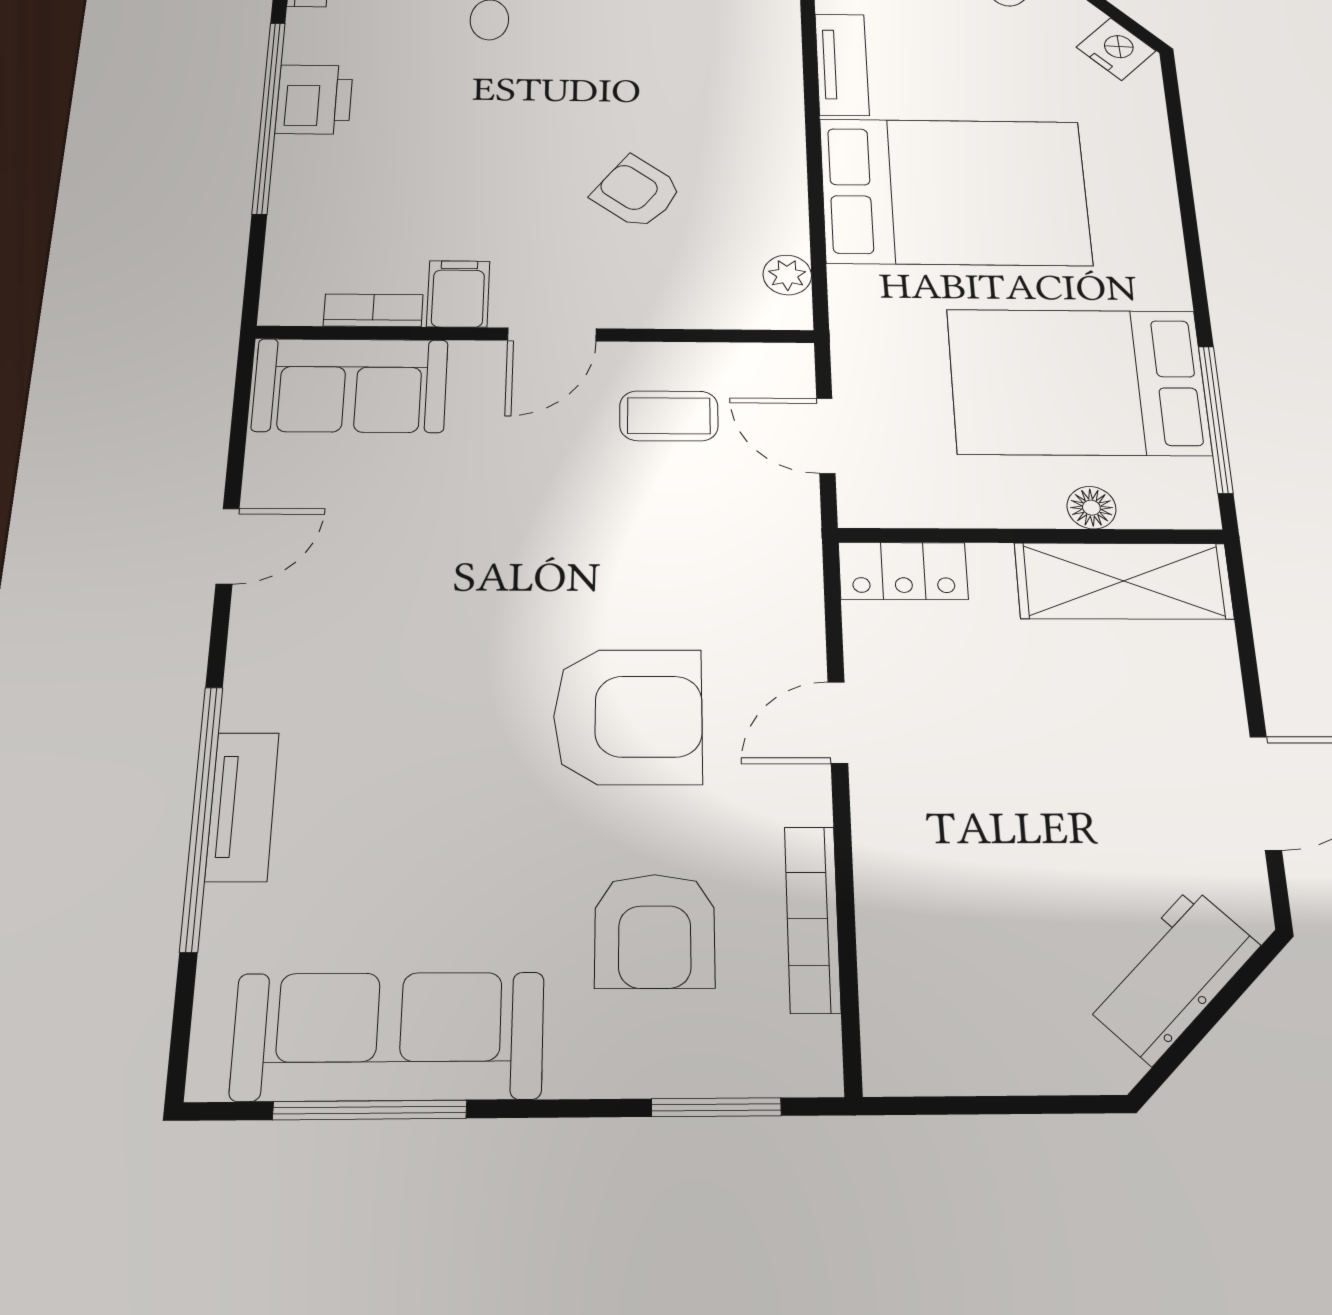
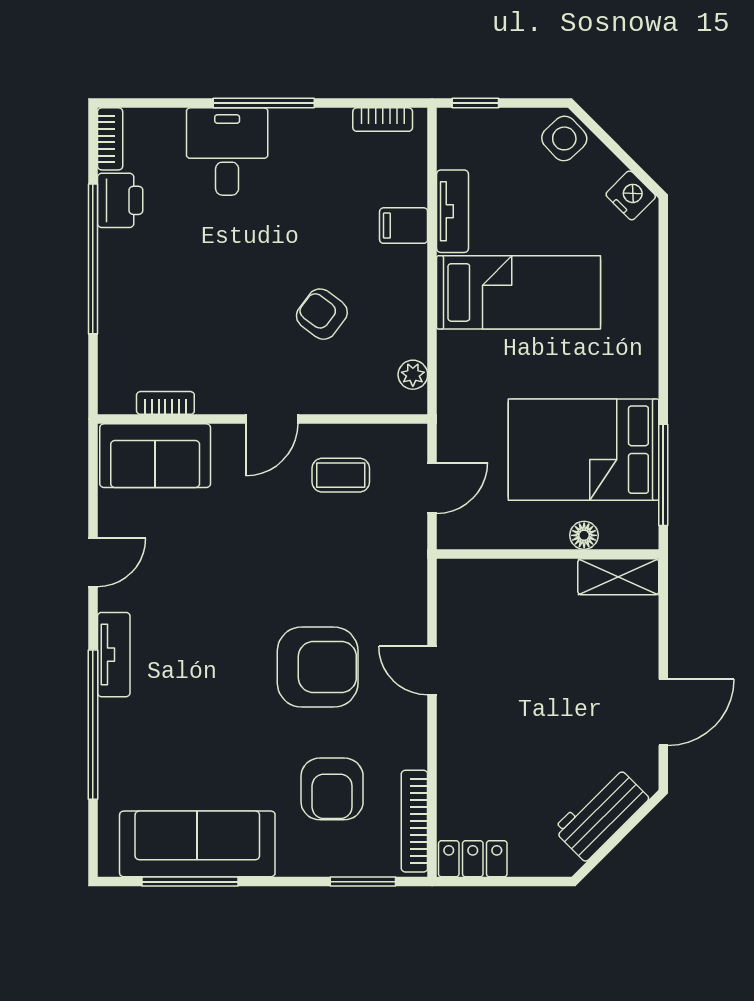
printer: (314, 99) -> (120, 200), moved
bed: (954, 192) -> (518, 292), width x0.67
filing cabinet: (458, 294) -> (404, 226), moved, turned -90
door: (826, 436) -> (432, 488), swing flipped
locker: (903, 571) -> (473, 859), moved, turned 180
shelving: (1124, 581) -> (618, 577), width x0.67, depth x0.75
door: (838, 722) -> (432, 671), hinge flipped
tv unit: (242, 806) -> (114, 655), moved
bookcase: (812, 919) -> (414, 821), moved

